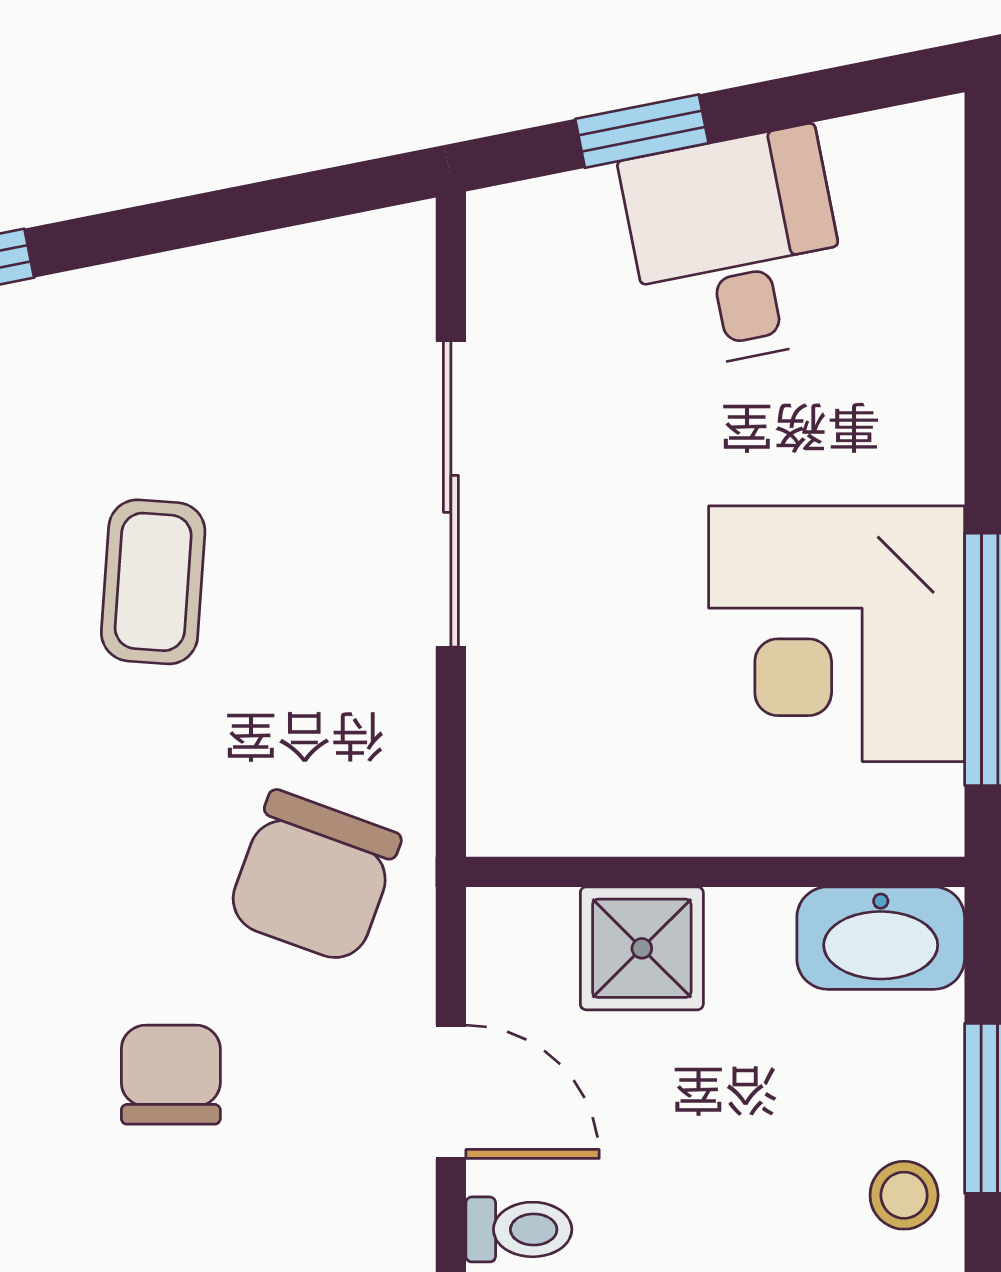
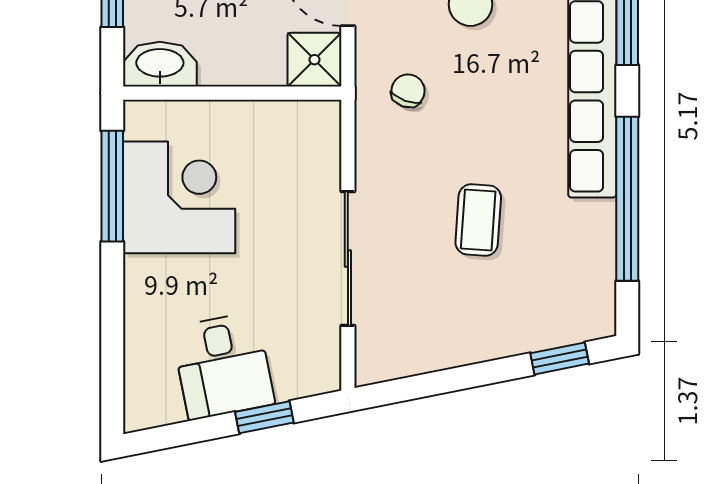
chair: (314, 877) -> (408, 91), width x0.54, depth x0.54
shower: (642, 948) -> (314, 60), moved

